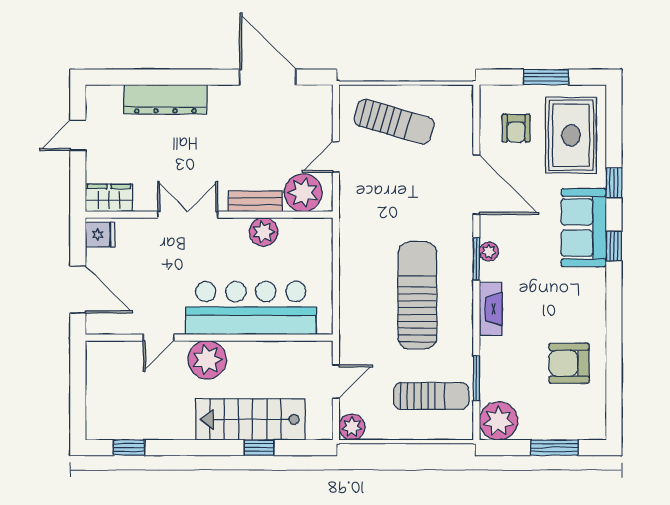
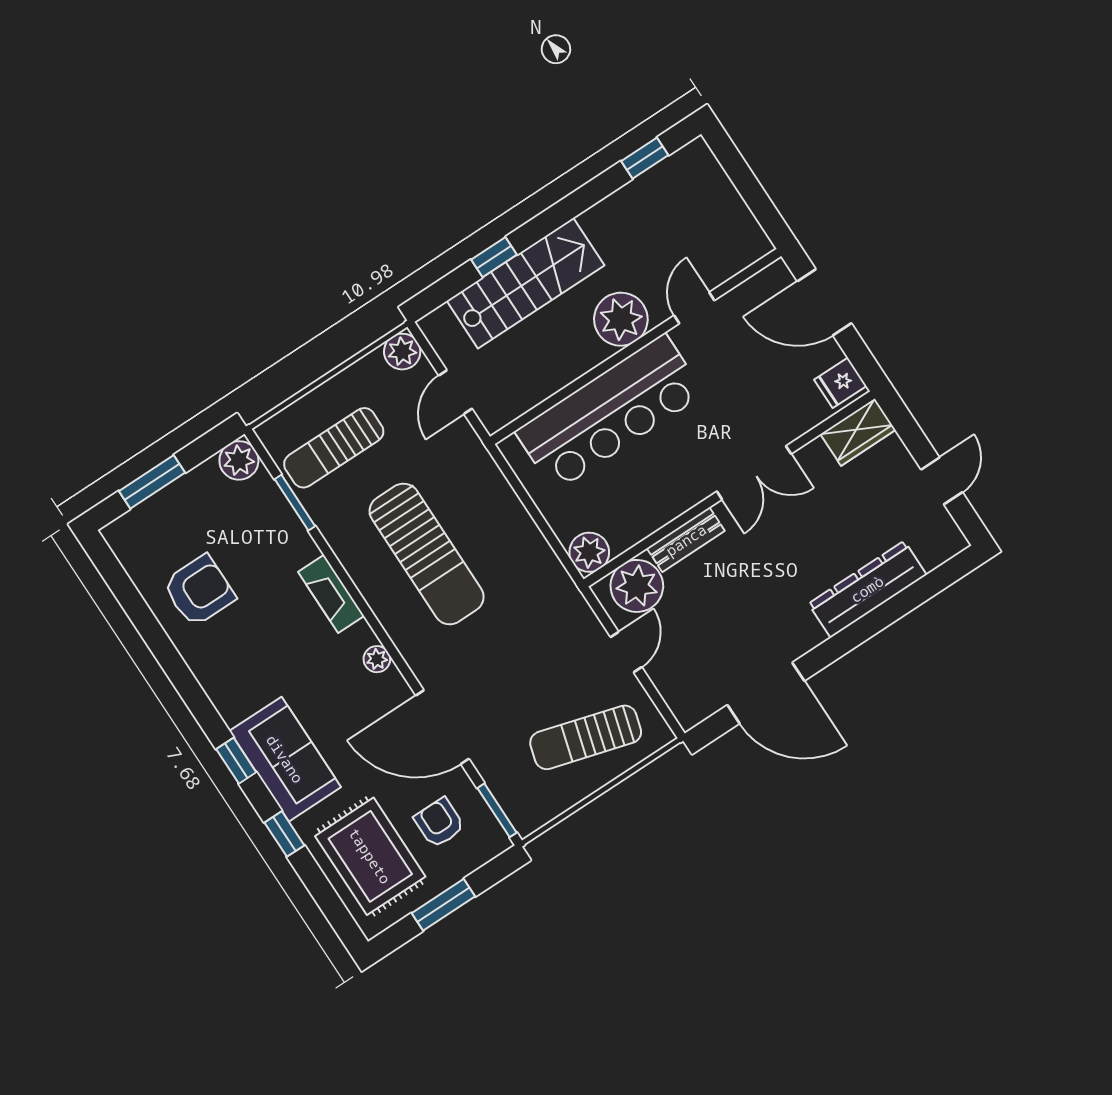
plant: (263, 232) -> (589, 552), moved
window: (476, 259) -> (497, 810), moved
plant: (499, 421) -> (239, 460), width x0.73, depth x0.73

